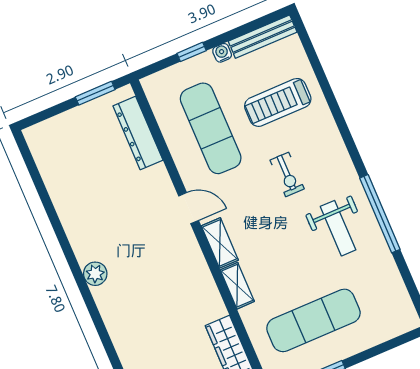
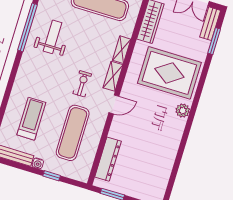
treadmill: (278, 102) -> (31, 119), turned -90
exercise bike: (287, 174) -> (82, 84), moved
door: (189, 208) -> (114, 104), swing flipped
rug: (152, 307) -> (169, 73), added

